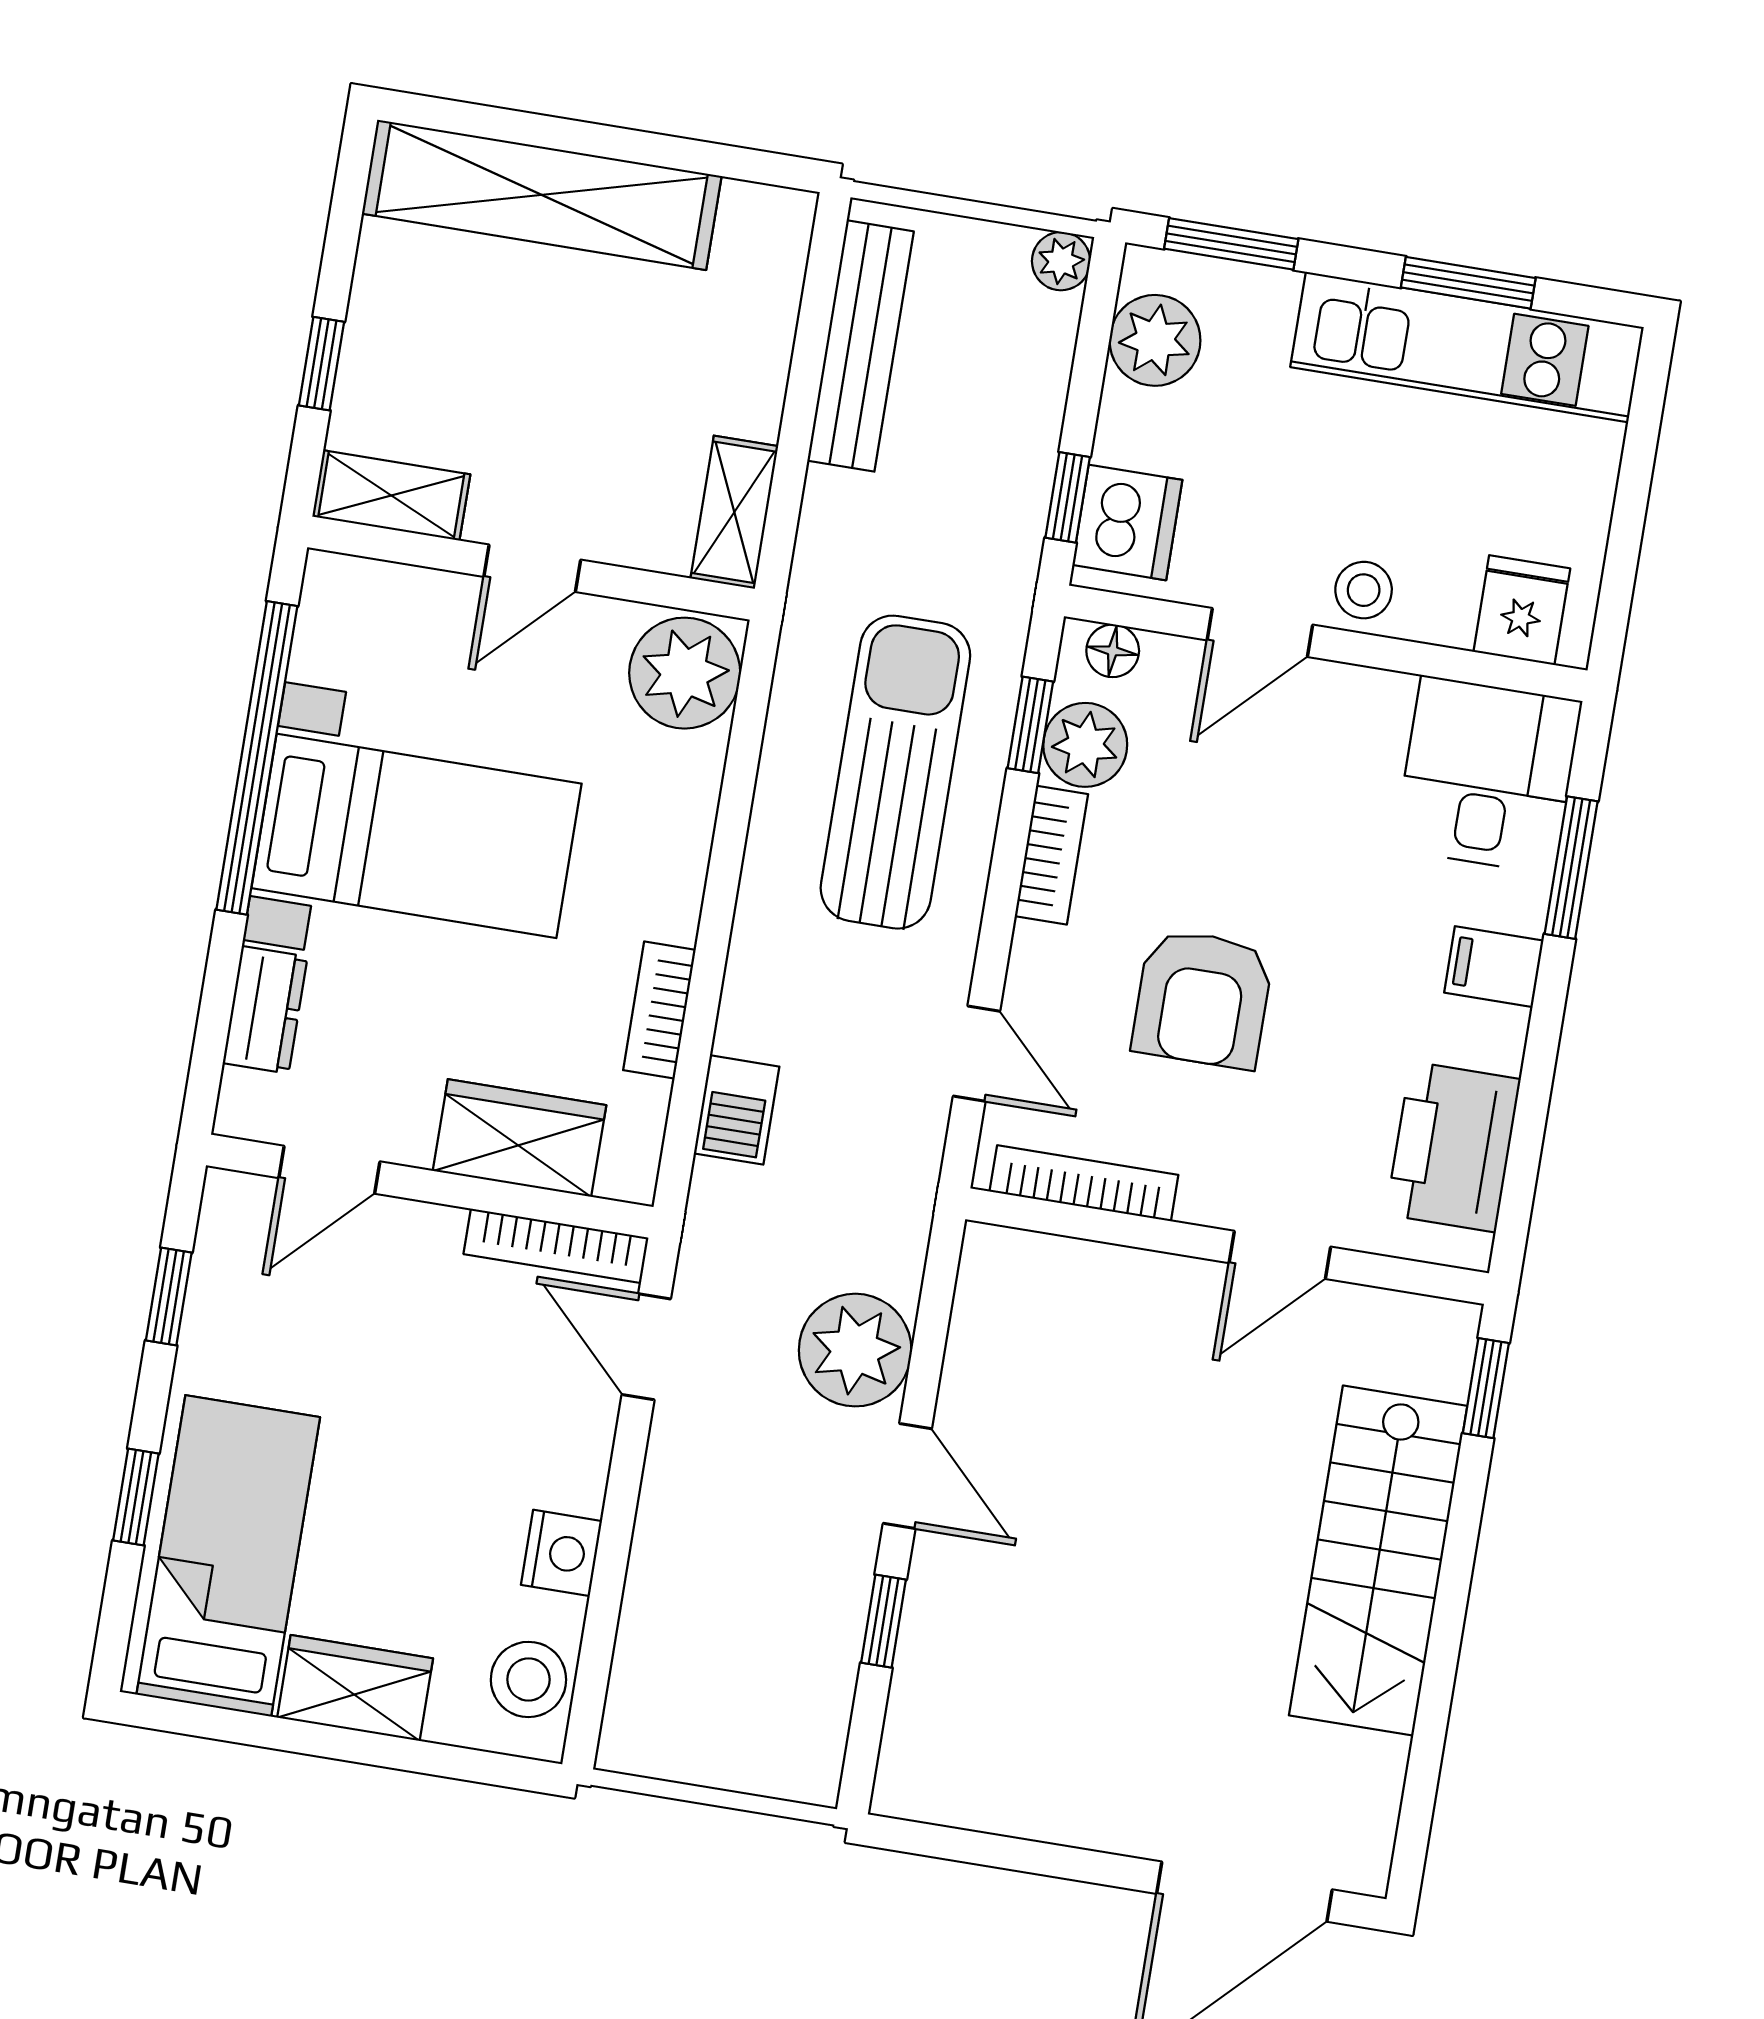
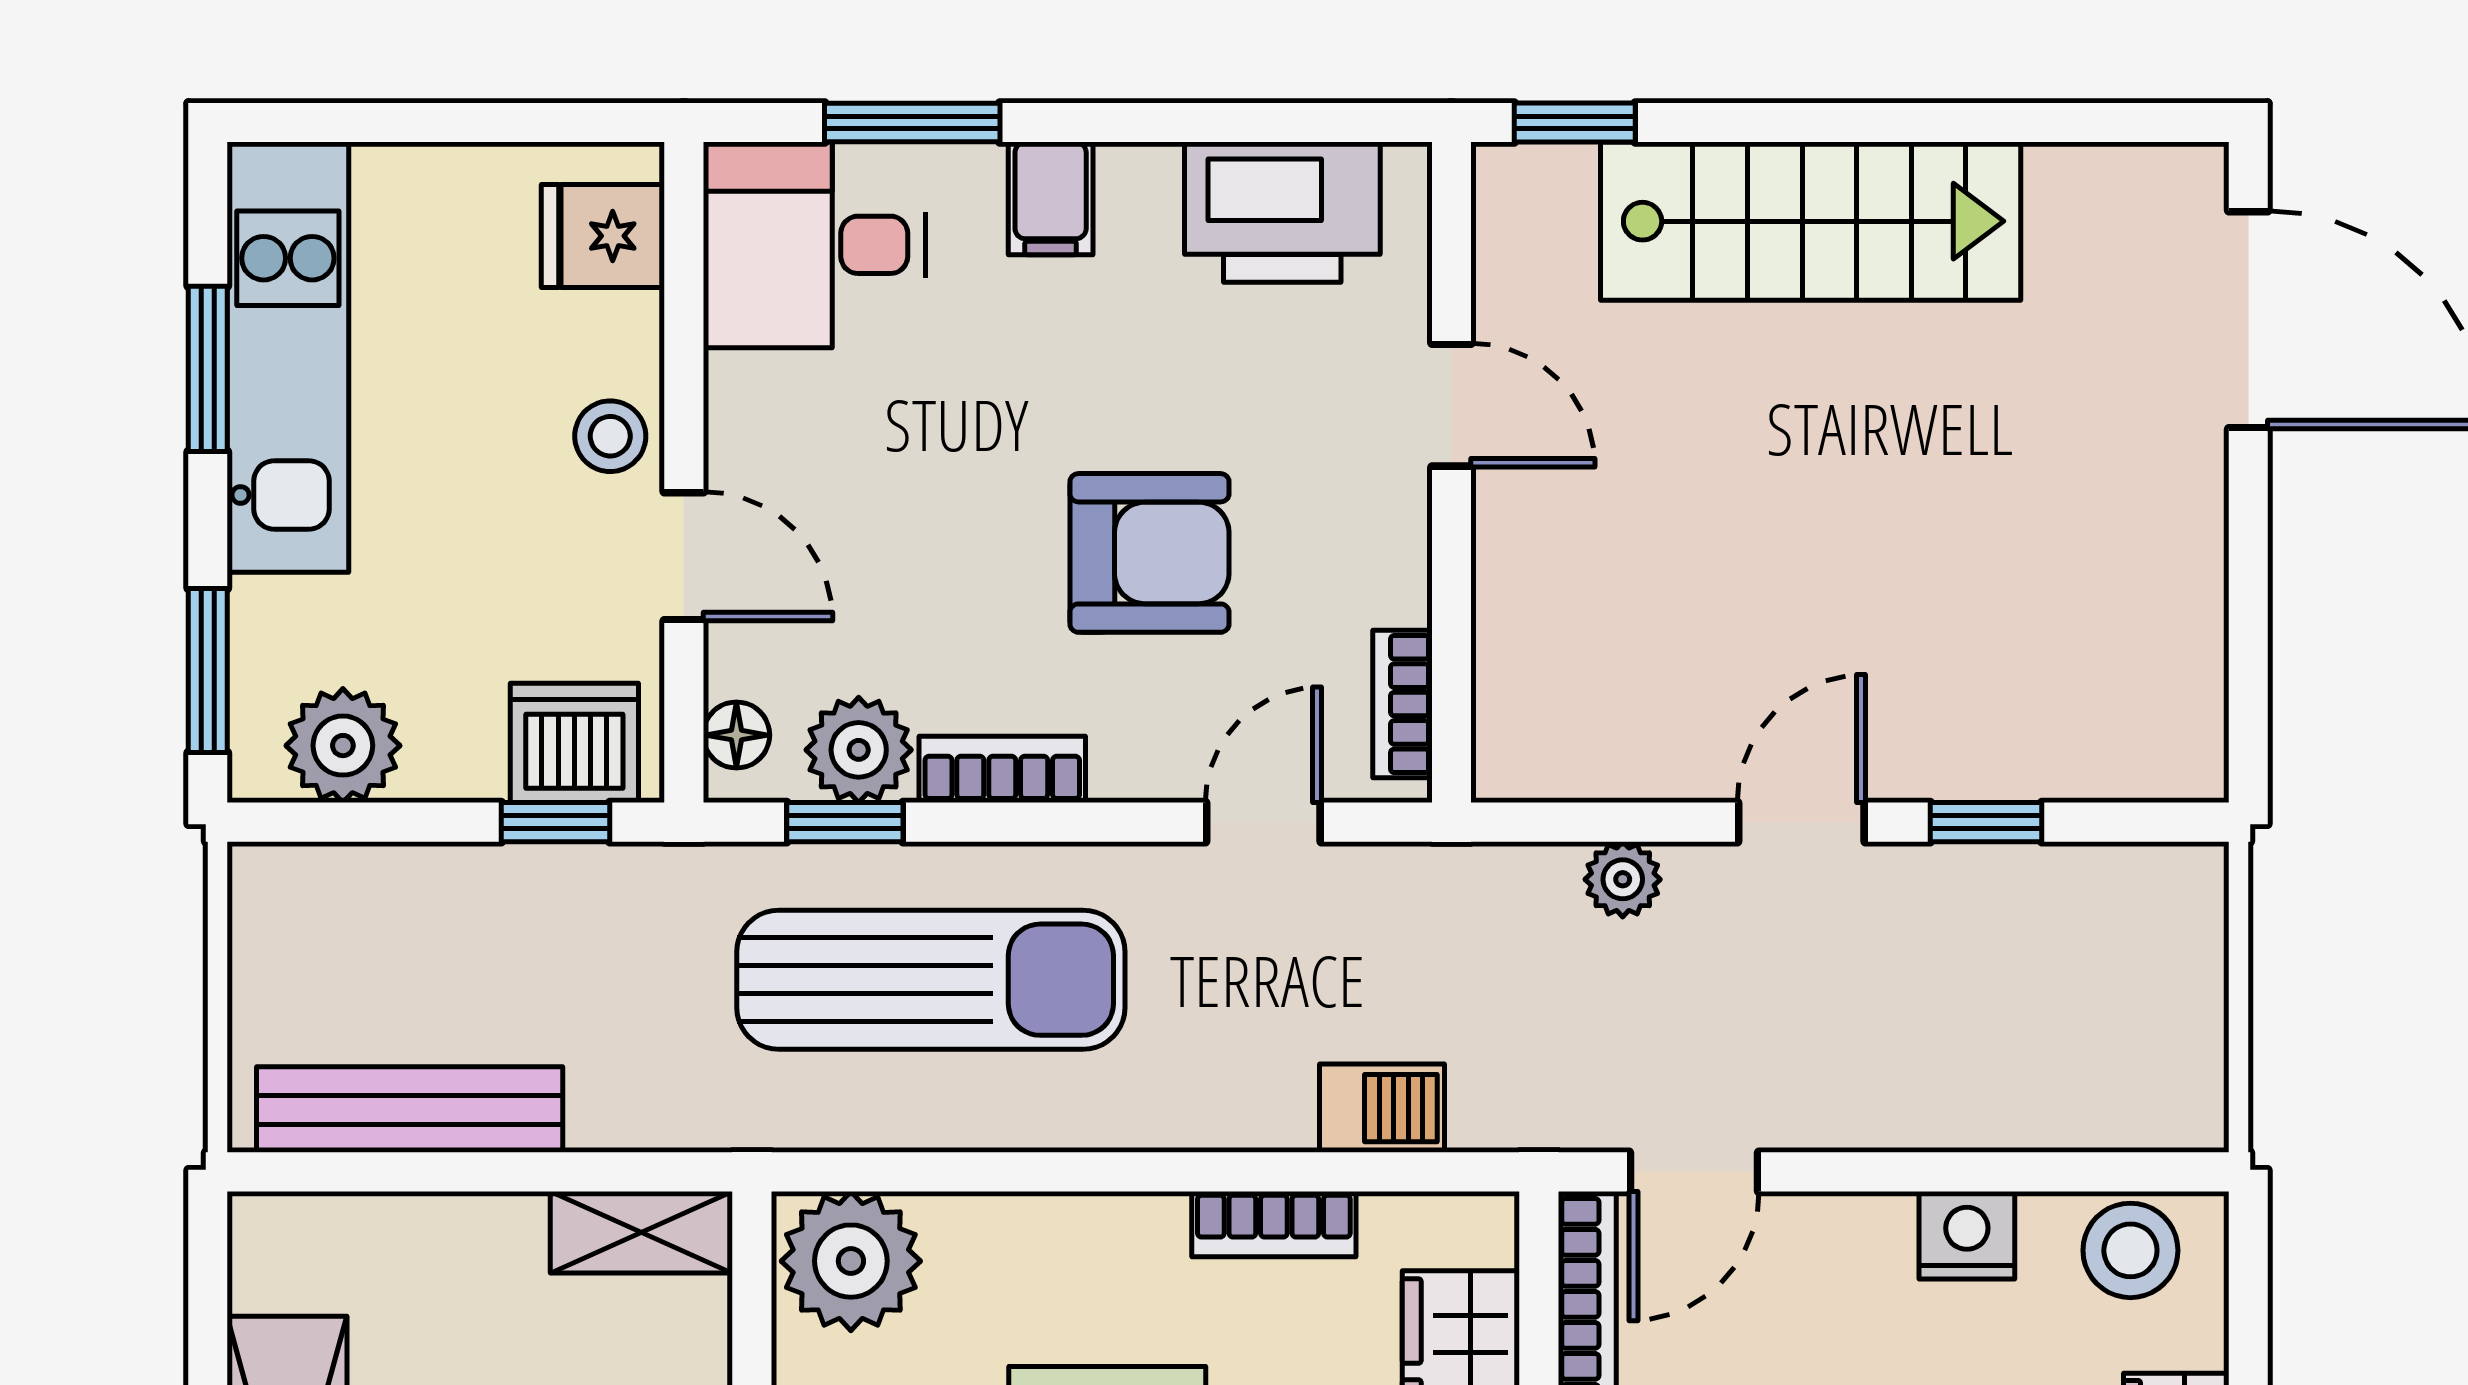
plant: (1061, 261) -> (264, 878), removed
sun lounger: (895, 772) -> (931, 980), turned 180
bookcase: (1084, 1183) -> (1402, 704), width x0.64
plant: (855, 1350) -> (1623, 879), width x0.53, depth x0.53

